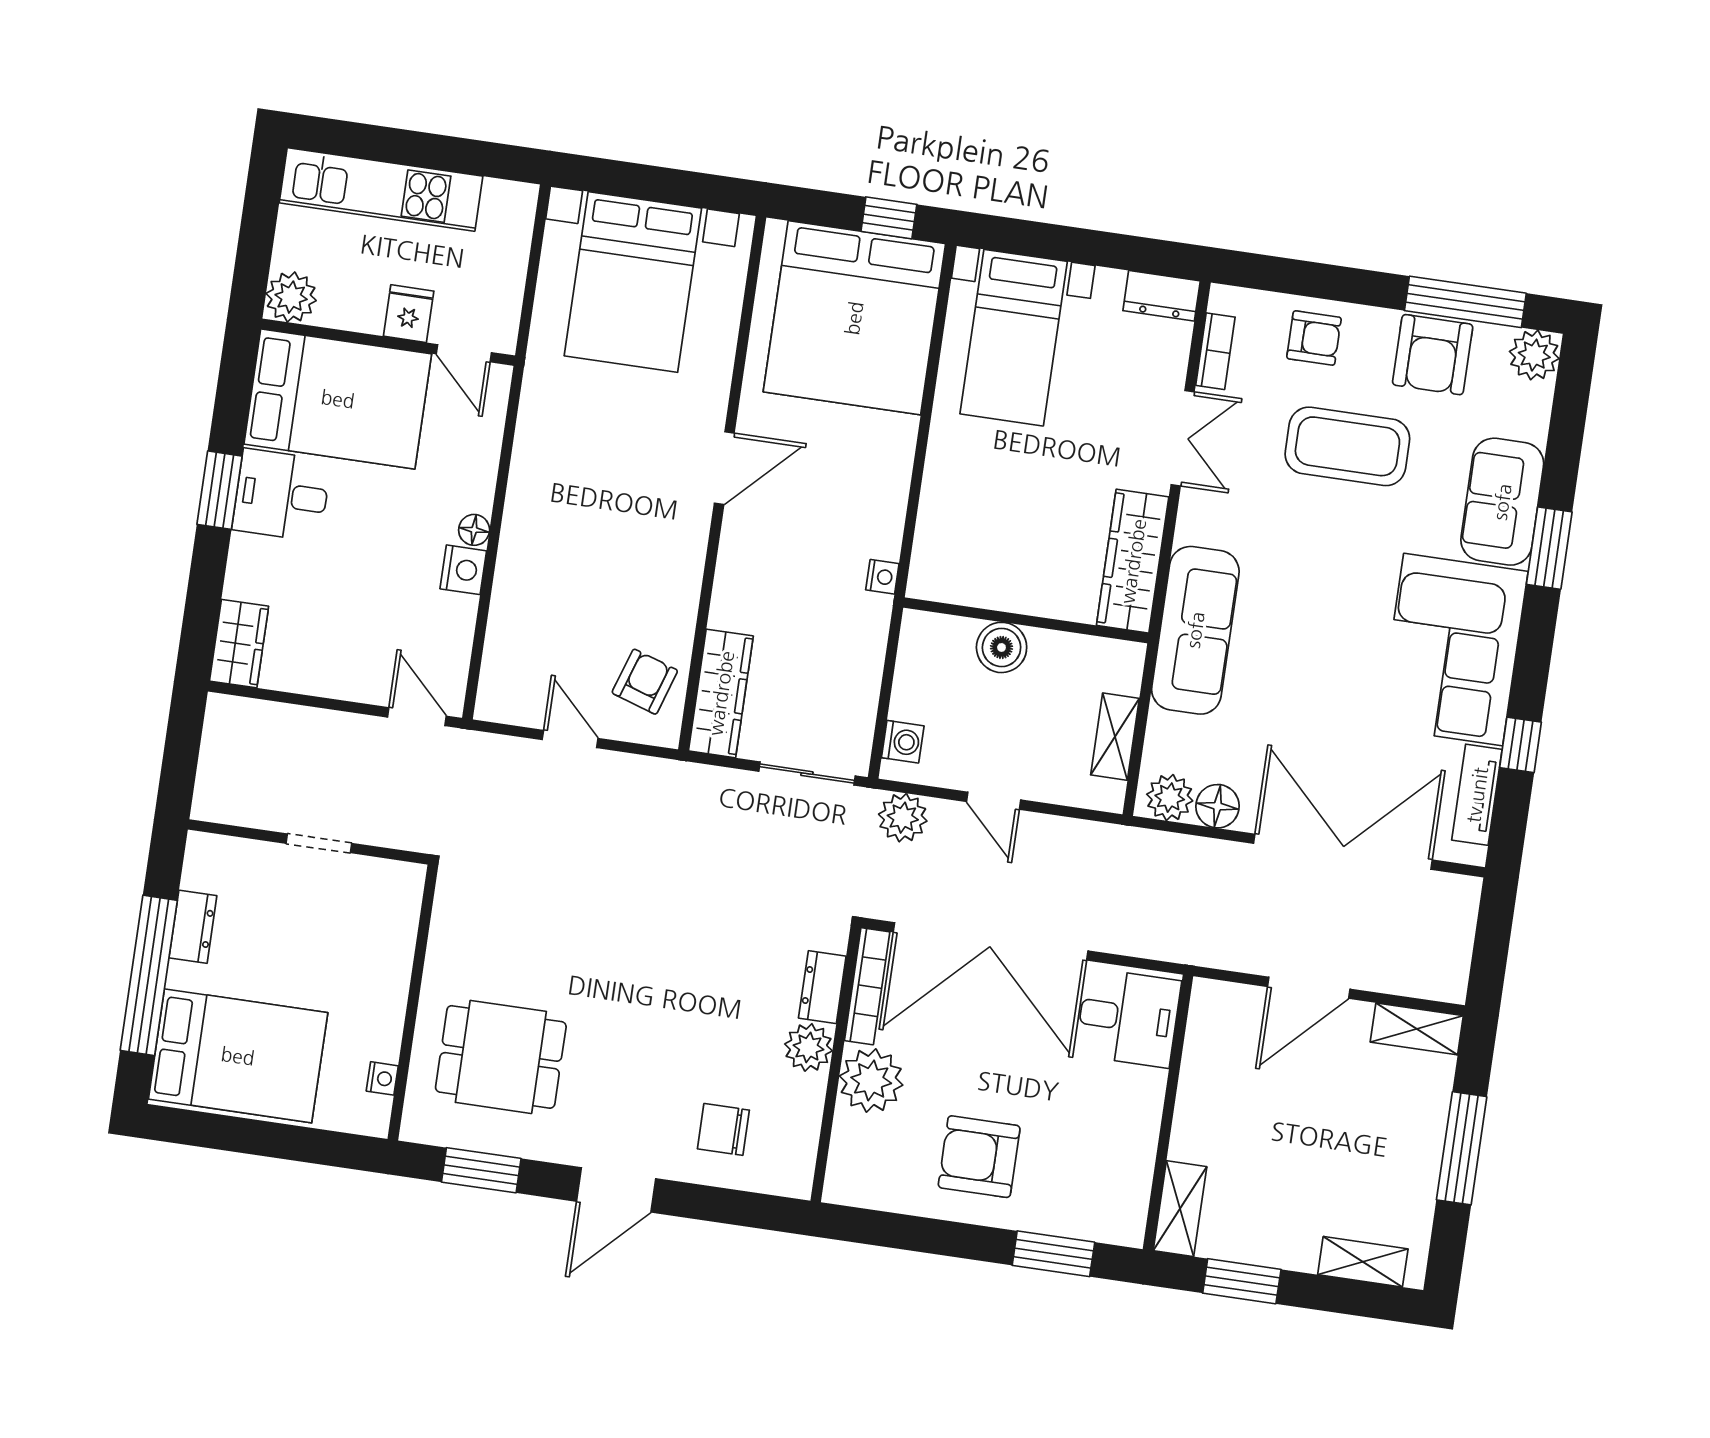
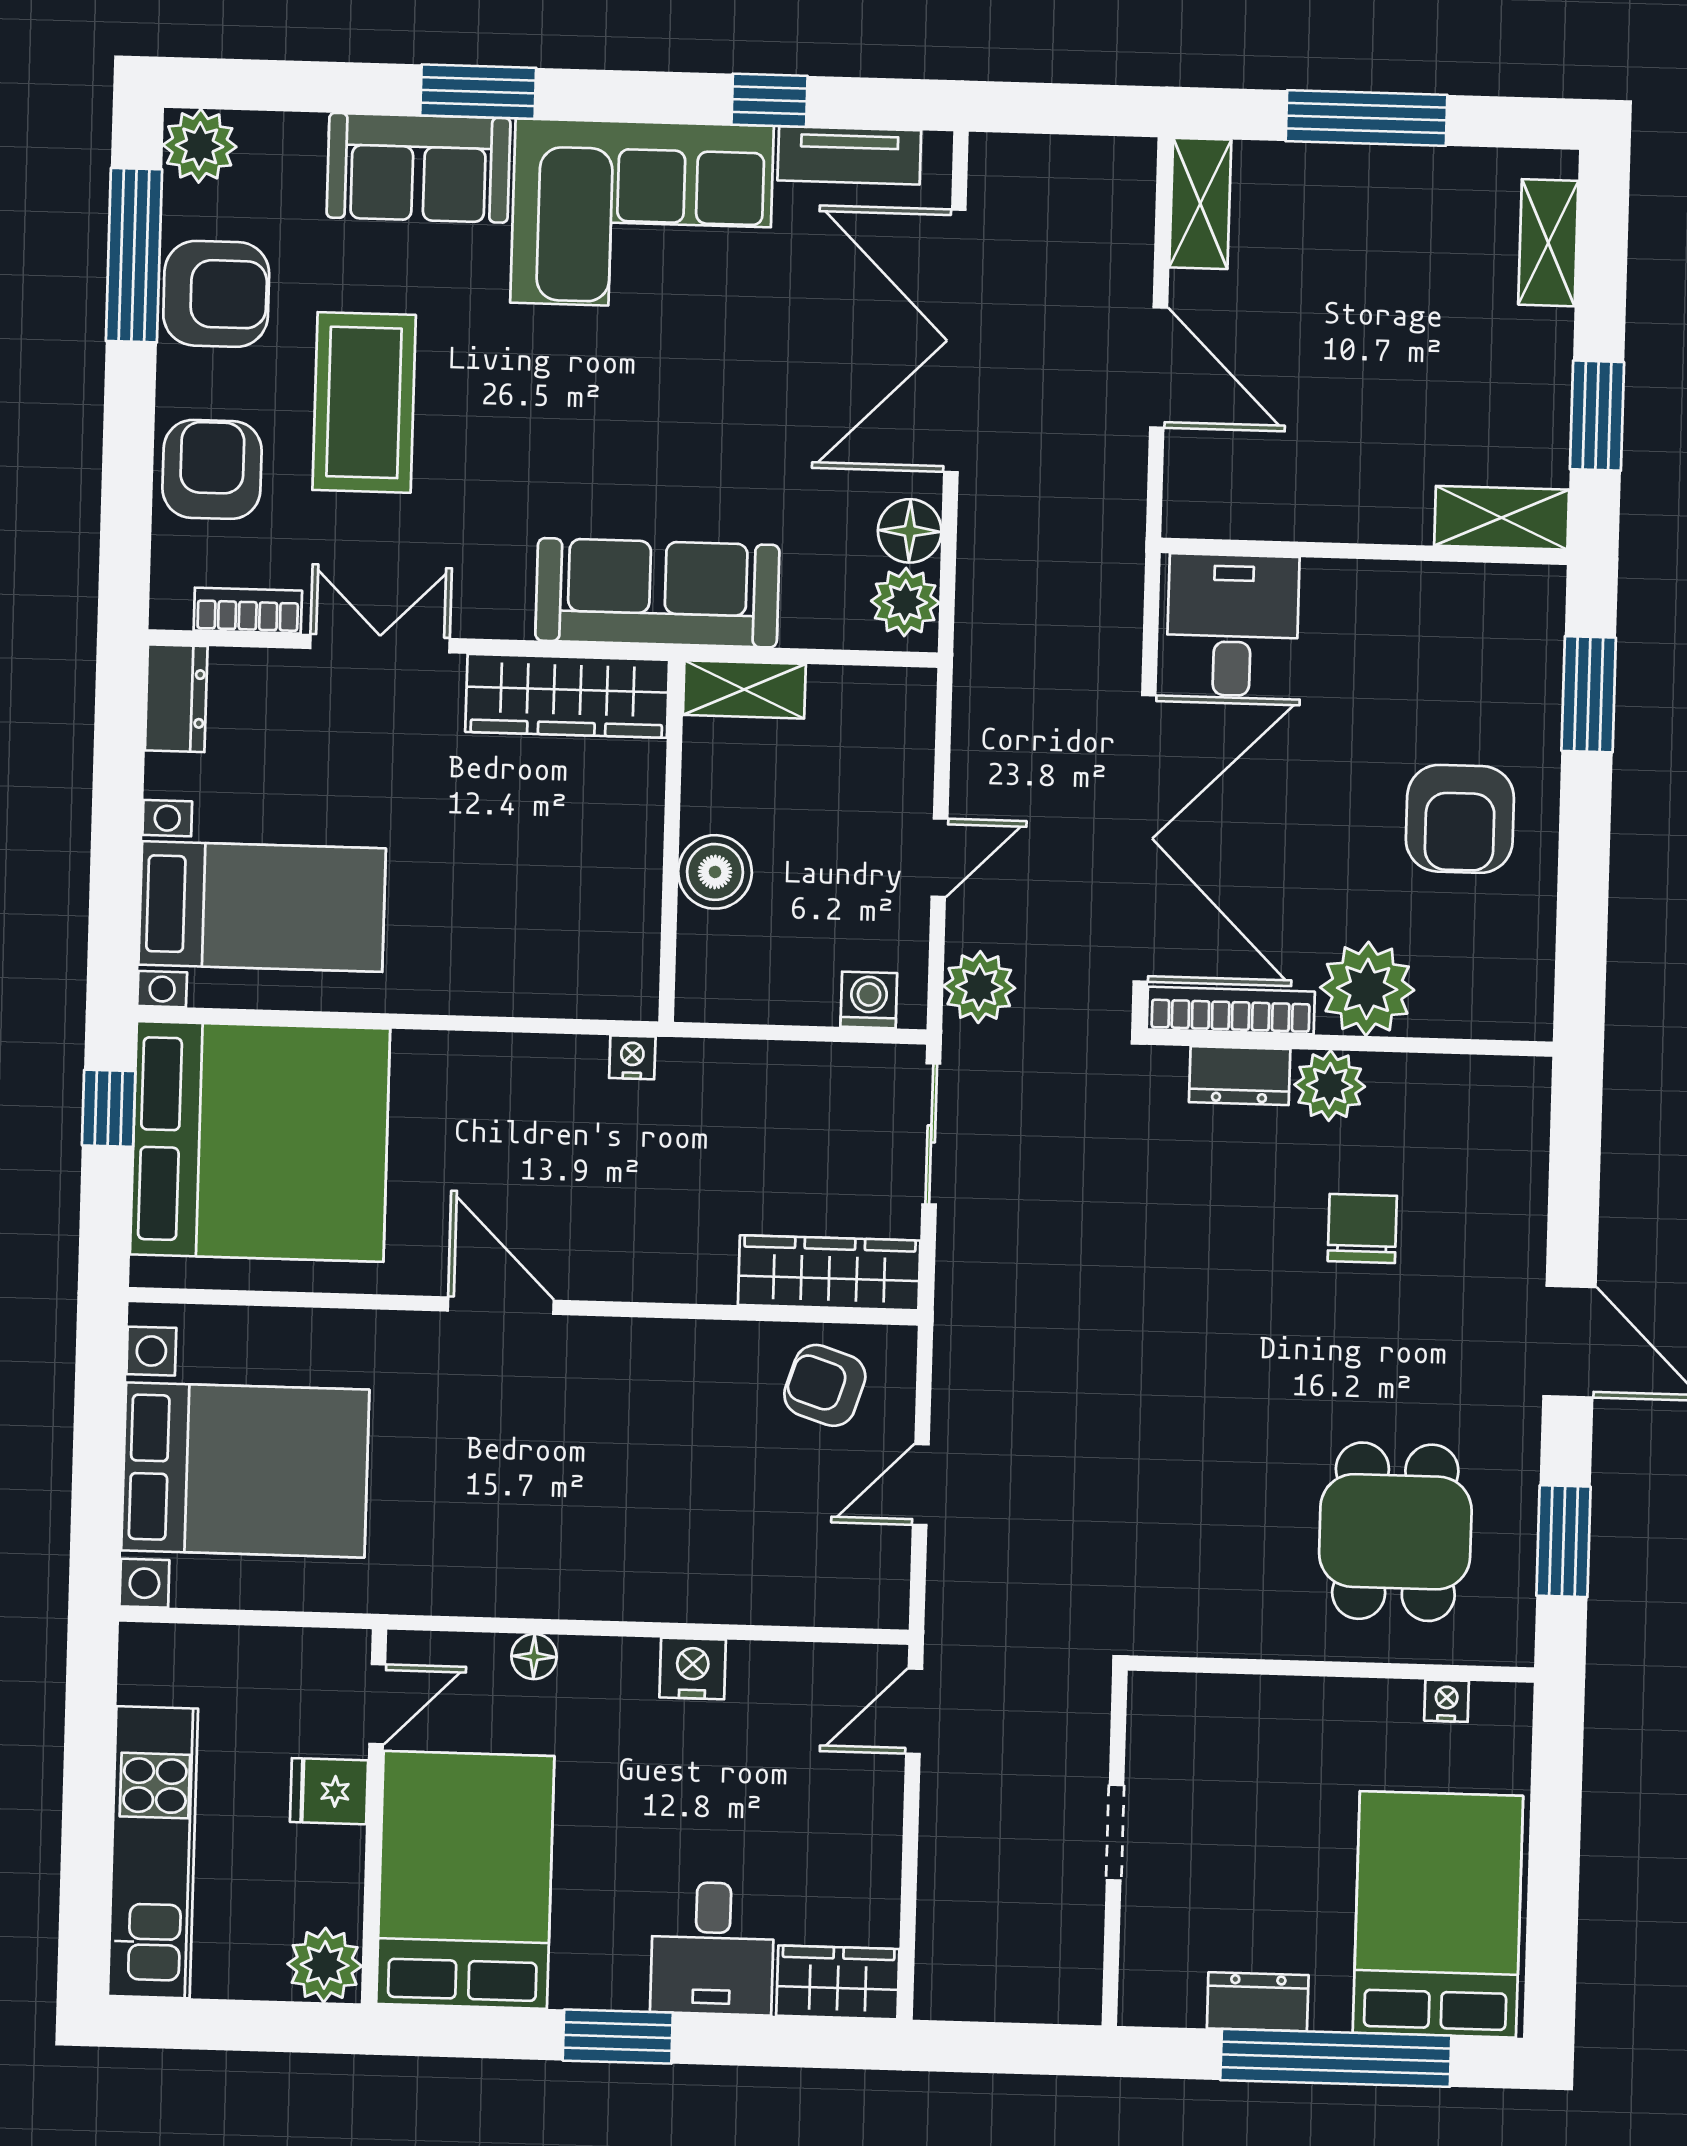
armchair: (1314, 338) -> (212, 469), width x1.38, depth x1.38
desk: (282, 495) -> (712, 1948), moved
floor lamp: (474, 530) -> (534, 1657), moved
shelving: (1115, 737) -> (744, 689), moved
chair: (723, 1129) -> (1362, 1228), moved, turned 180

